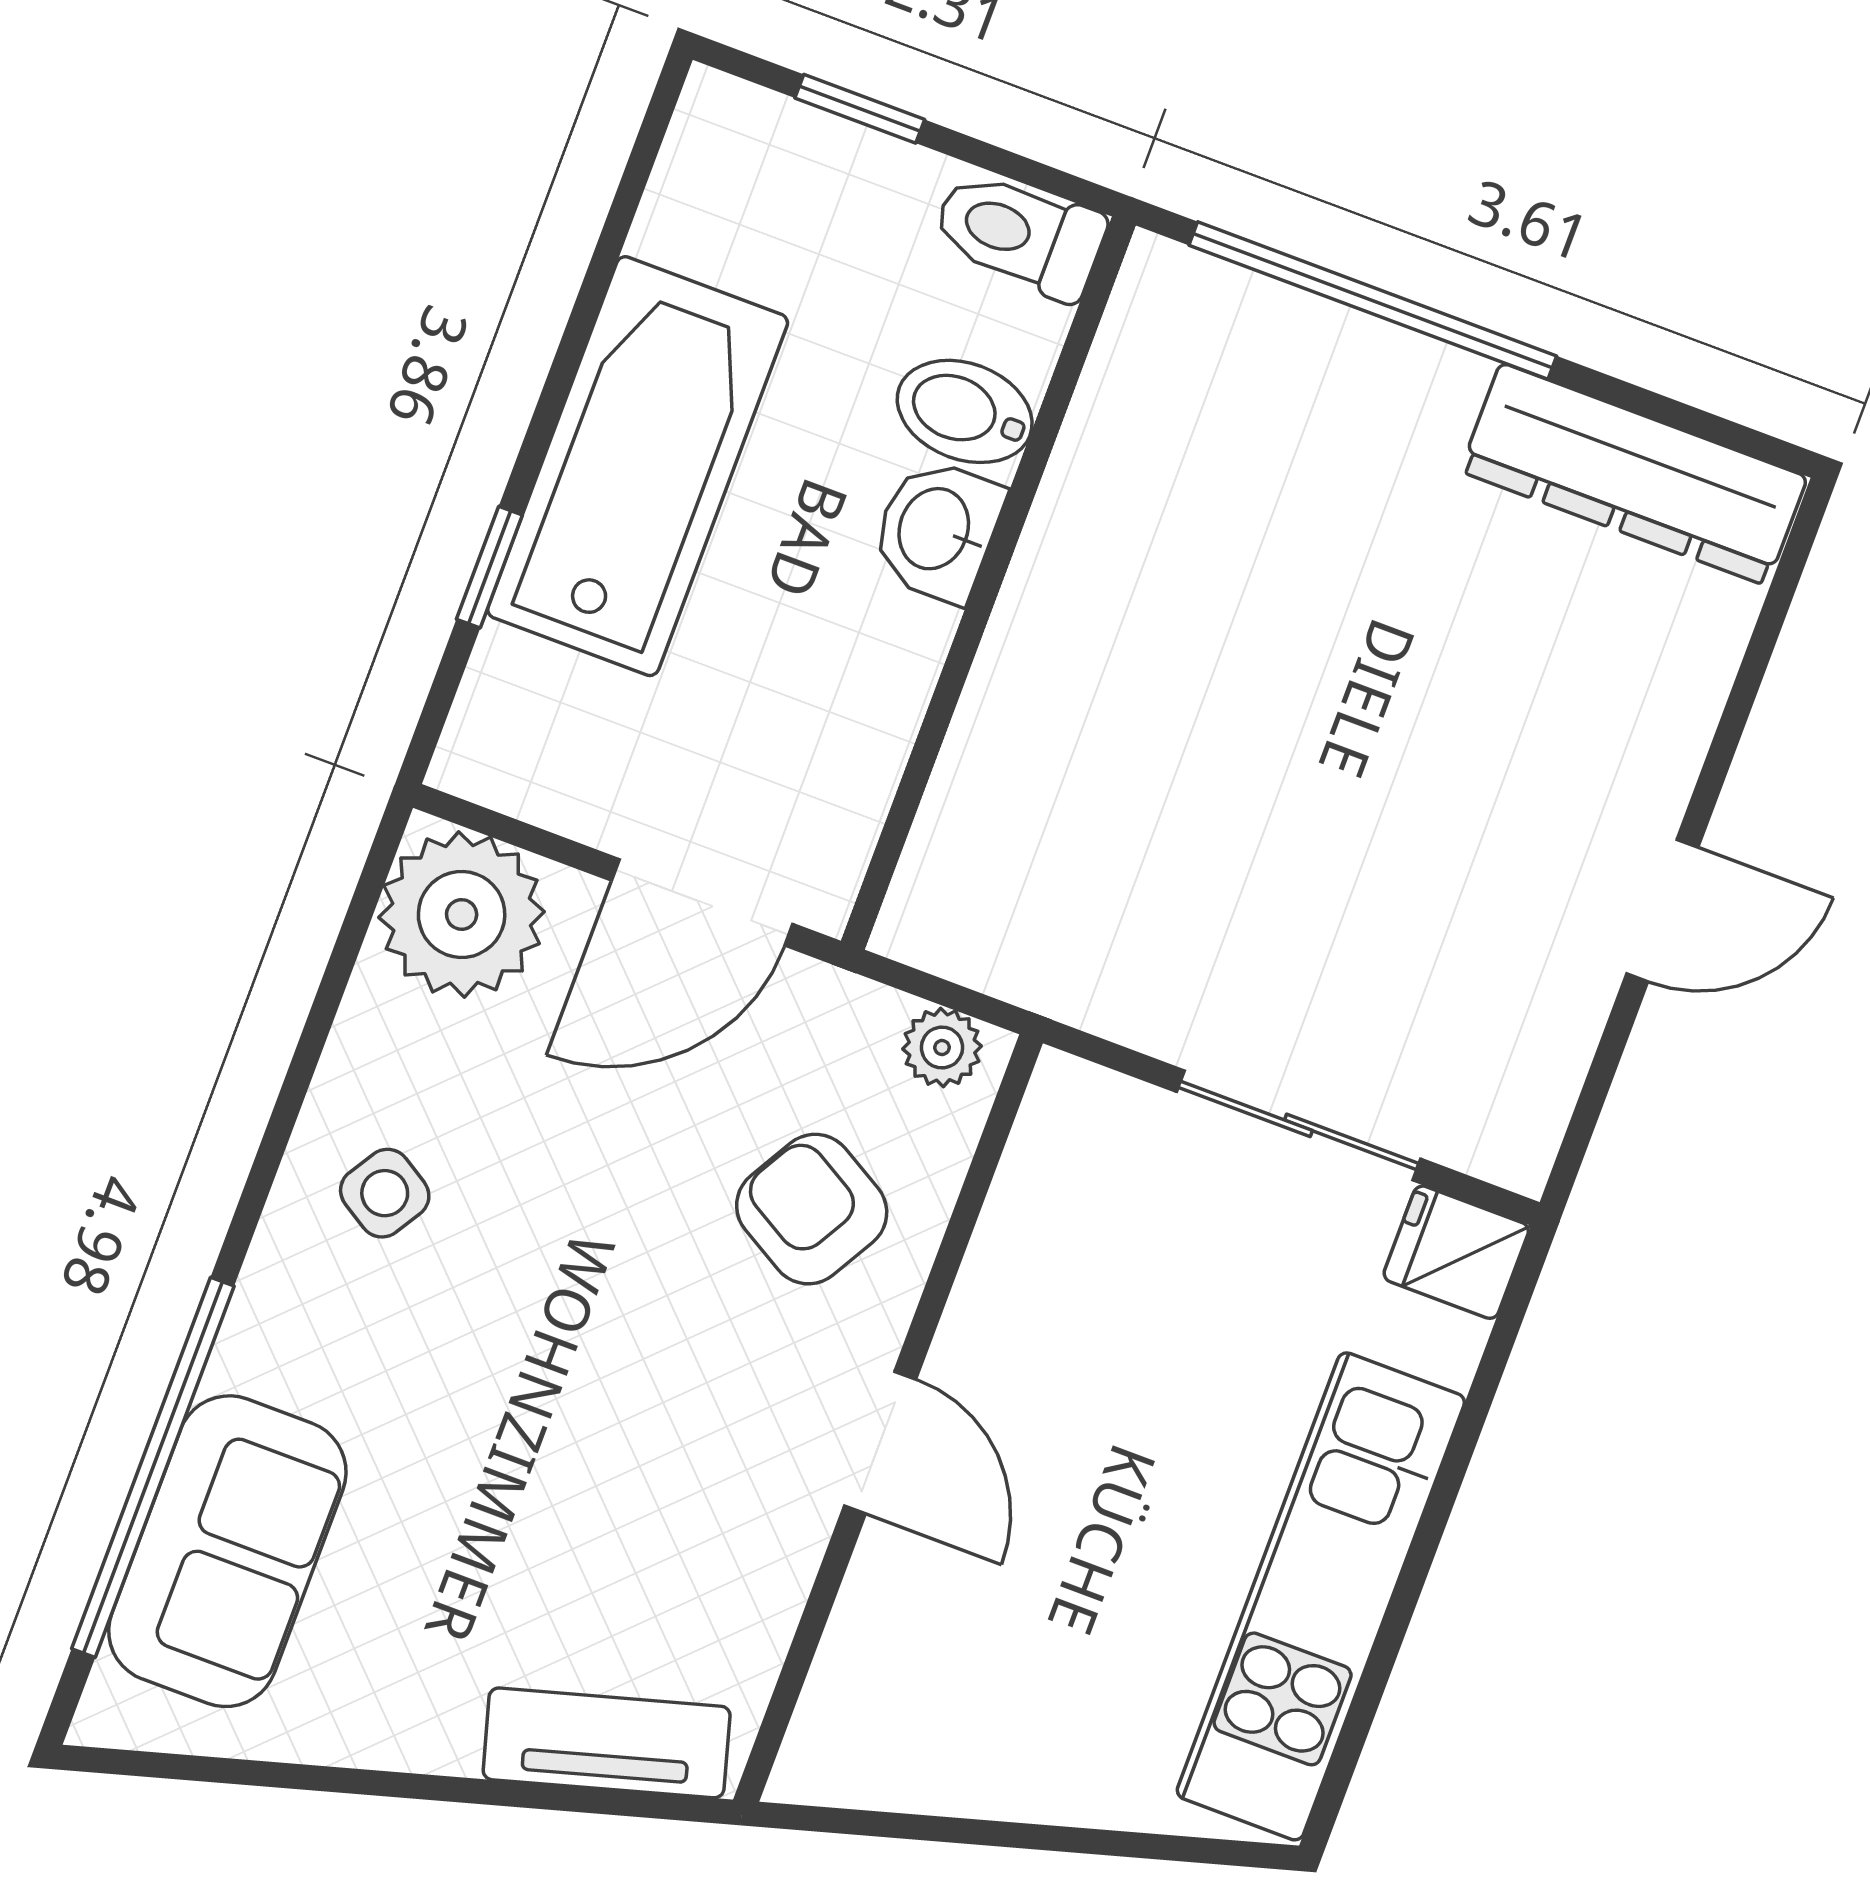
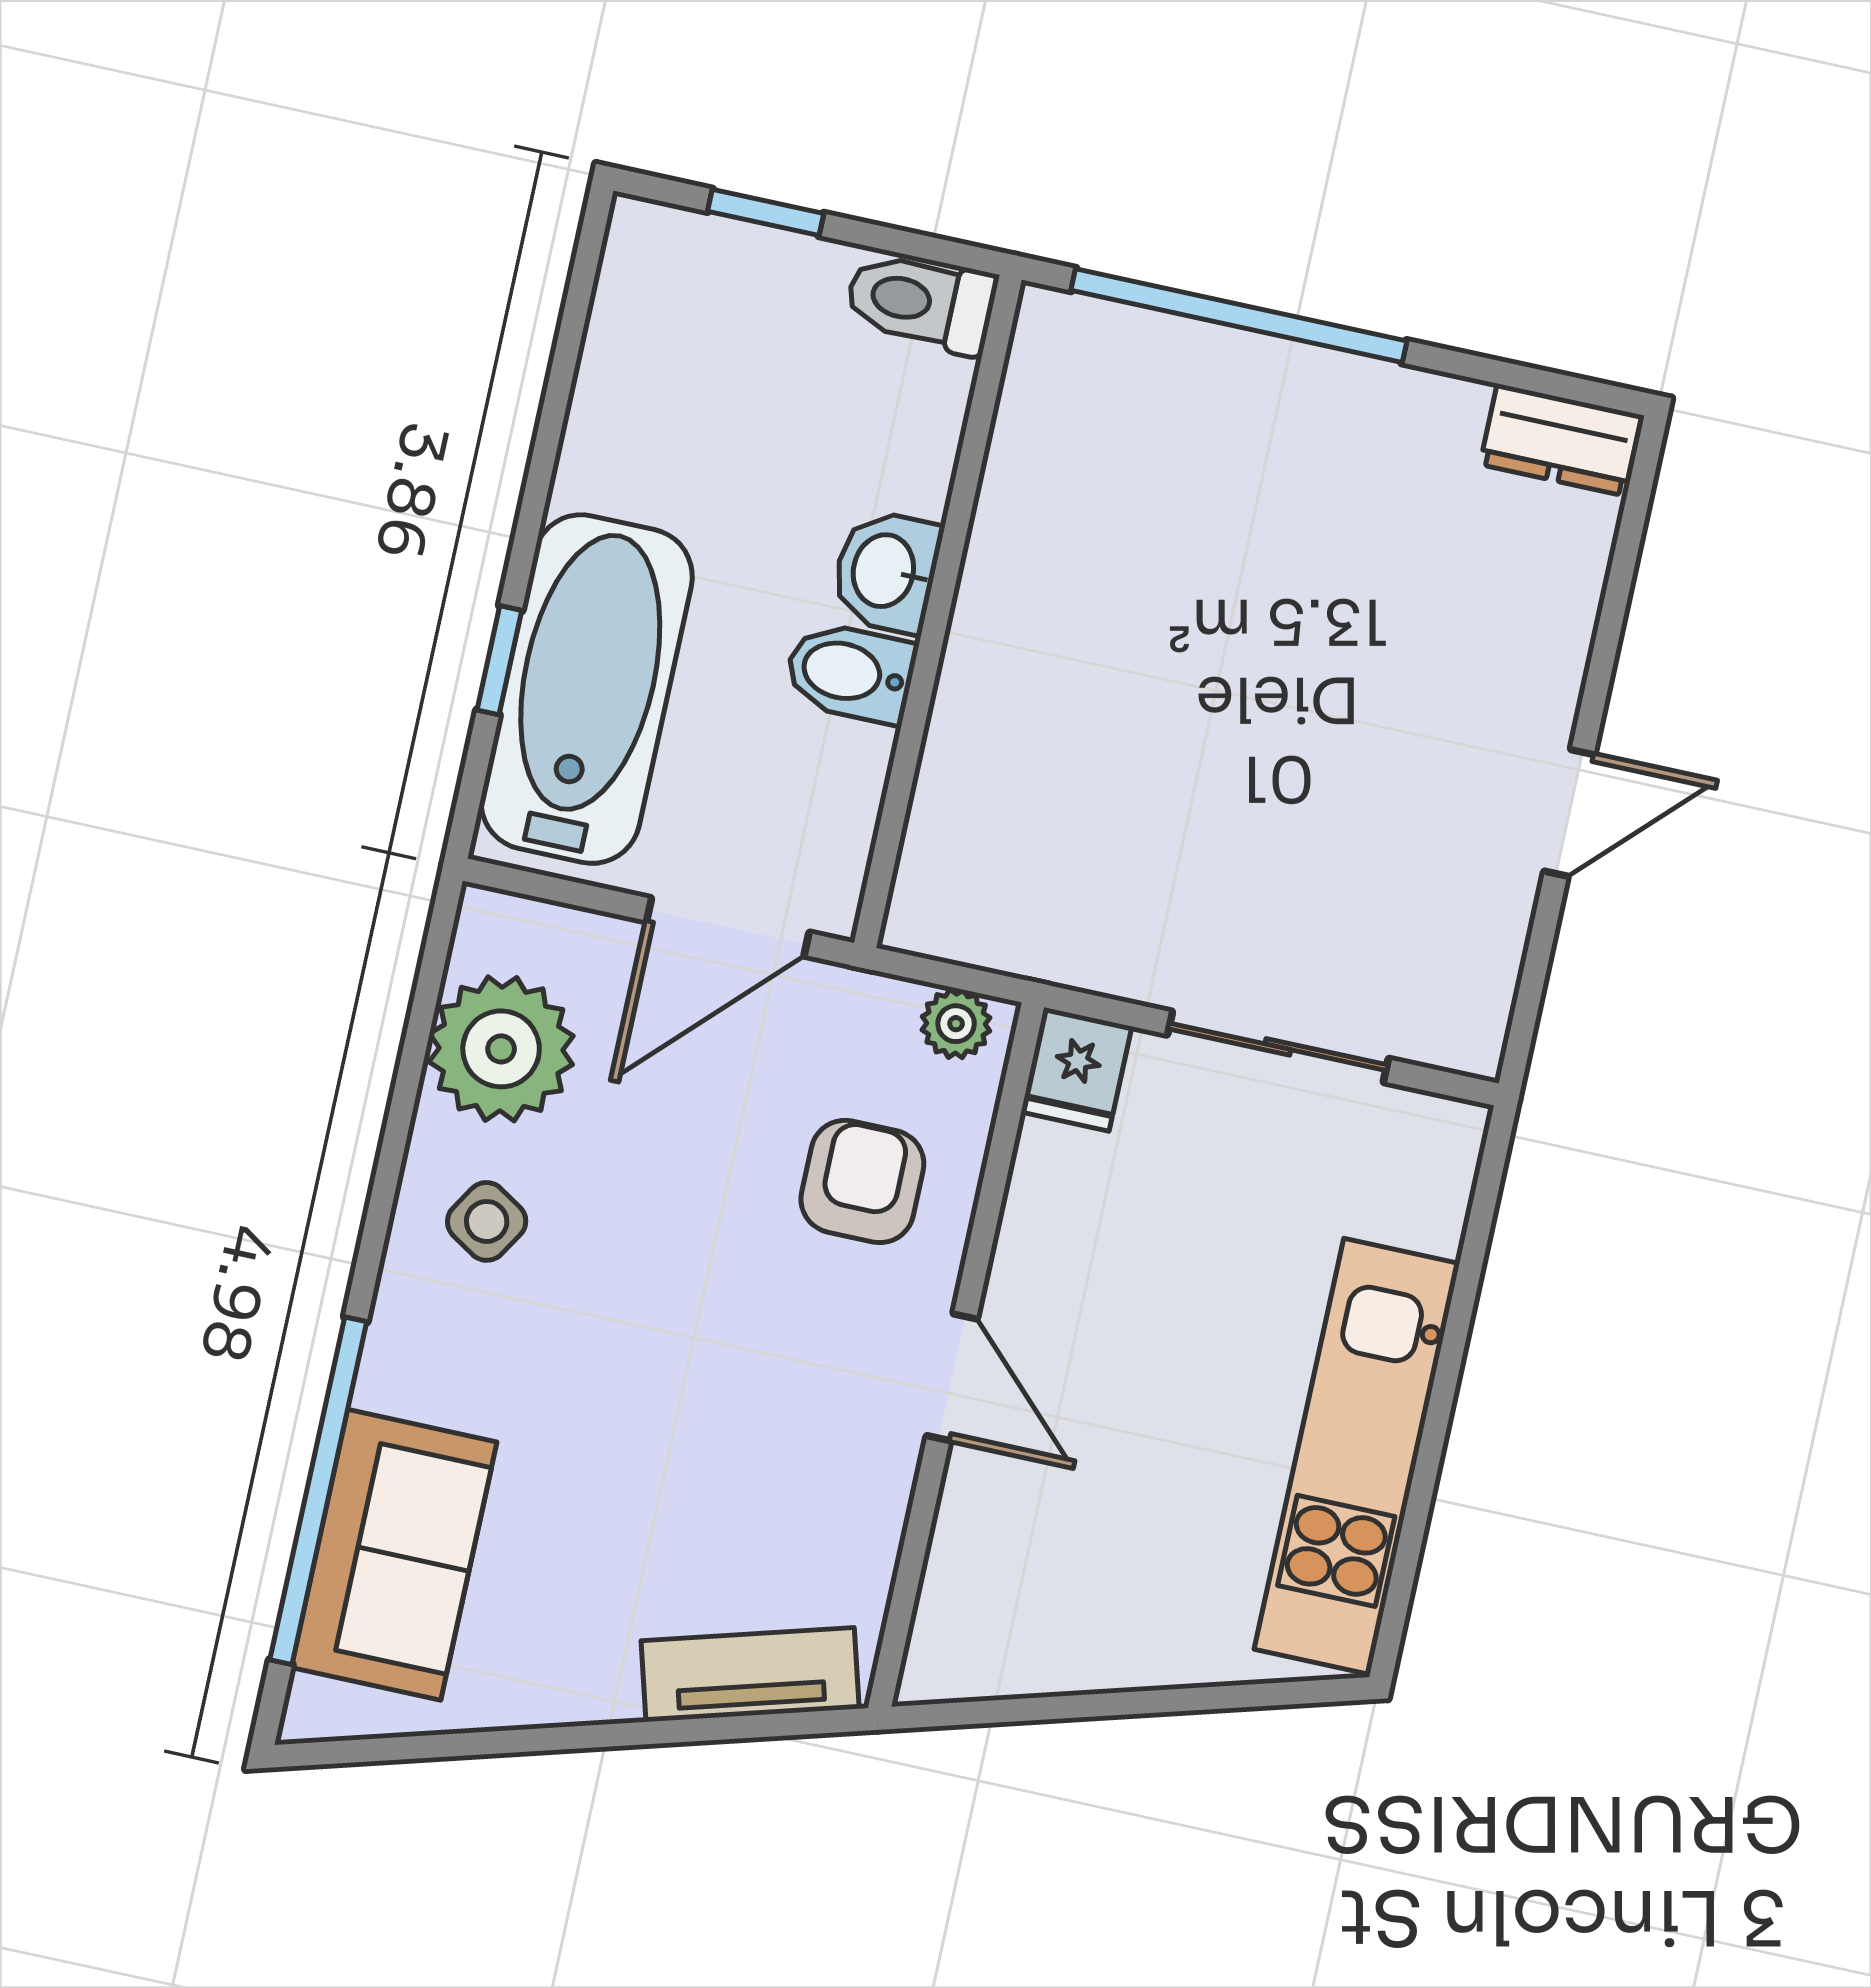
bidet: (965, 411) -> (850, 673), moved
bathtub: (638, 466) -> (587, 689), moved
dresser: (1634, 474) -> (1561, 440), width x0.51, depth x0.80
plant: (462, 914) -> (501, 1049), moved
armchair: (812, 1209) -> (862, 1181), turned 60
fridge: (1456, 1252) -> (1076, 1069), moved, turned -90

